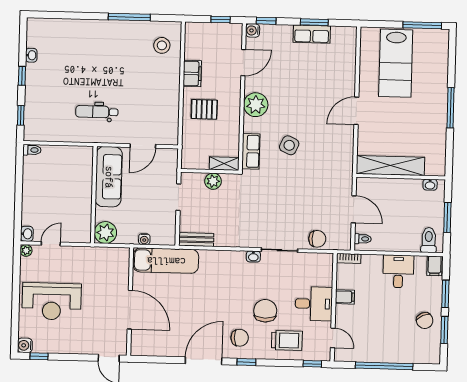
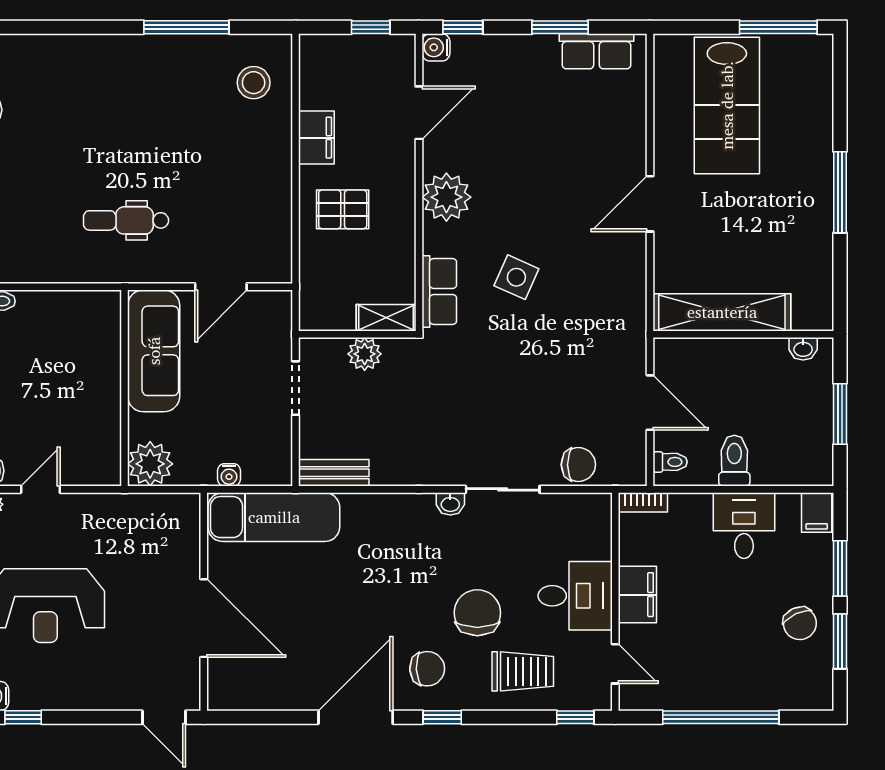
row of seats: (312, 34) -> (596, 51), moved
toilet: (429, 240) -> (734, 461), moved
filing cabinet: (345, 297) -> (637, 595), width x2.00

